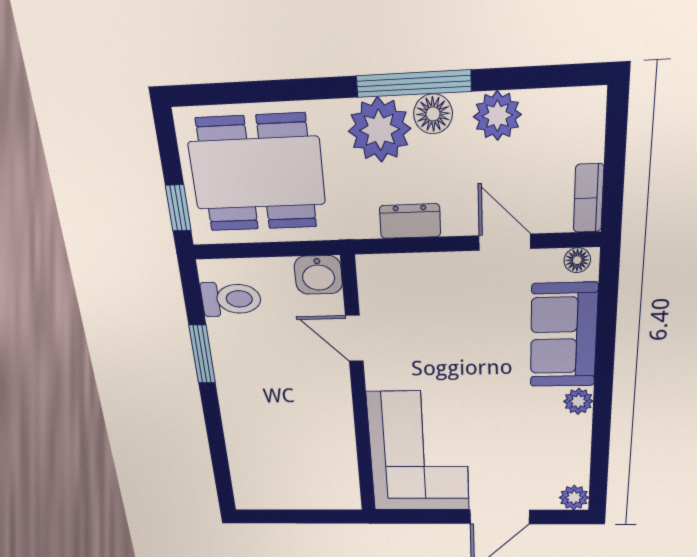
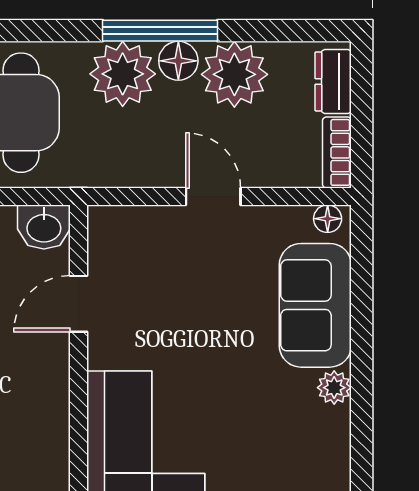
plant: (497, 116) -> (234, 74), width x1.36, depth x1.36
dresser: (410, 221) -> (333, 81), moved, turned -90
door: (505, 242) -> (213, 196), moved
door: (354, 338) -> (78, 304), hinge flipped

